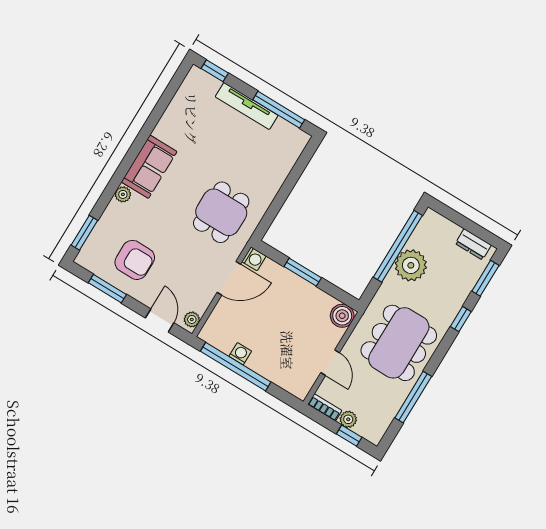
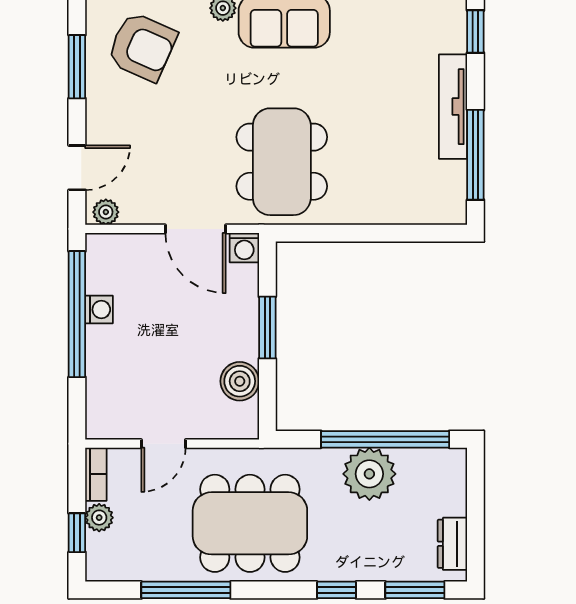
dining table: (221, 212) -> (282, 162), width x1.38
armchair: (135, 260) -> (142, 47), moved, turned -66
boiler: (342, 316) -> (240, 381), moved

